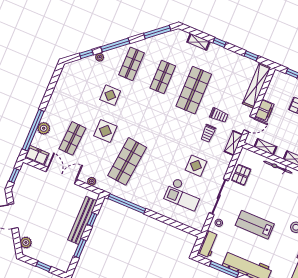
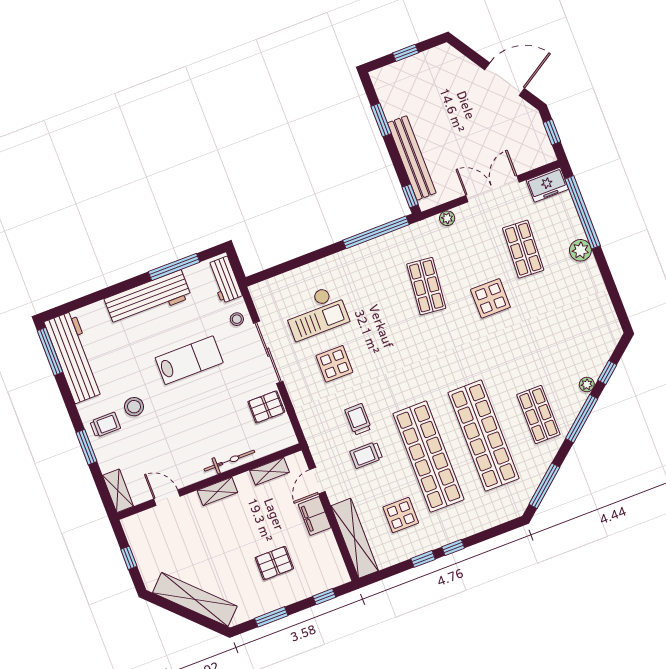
shelving: (198, 42) -> (481, 523), removed
window: (251, 56) -> (423, 559), moved
shop shelf: (163, 77) -> (483, 436), width x2.00, depth x1.36
shop shelf: (194, 90) -> (428, 457), width x1.40
display table: (110, 95) -> (401, 515), moved
plant: (44, 128) -> (580, 250), moved
shelving: (233, 143) -> (314, 438), removed
shop shelf: (127, 161) -> (426, 286), width x0.70, depth x0.74
pallet: (241, 175) -> (266, 407), turned 90
double door: (61, 176) -> (493, 189), swing flipped
checkout: (184, 194) -> (316, 313), turned 180
window: (92, 219) -> (410, 196), moved
plant: (26, 242) -> (456, 62), removed

